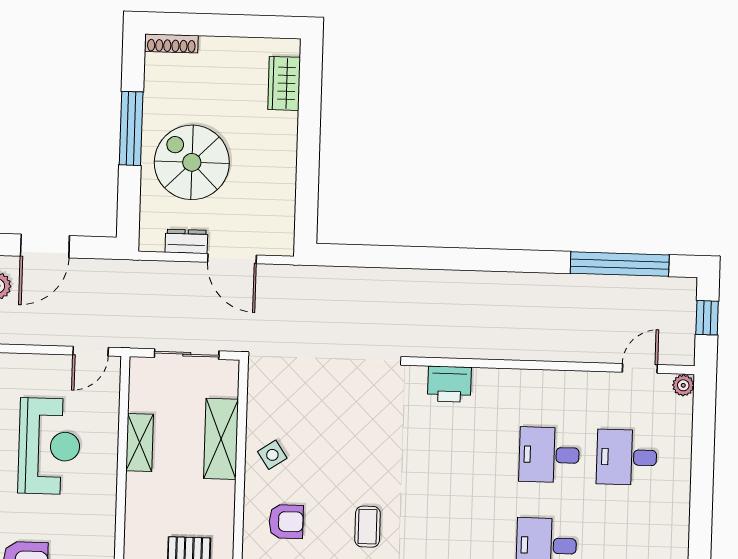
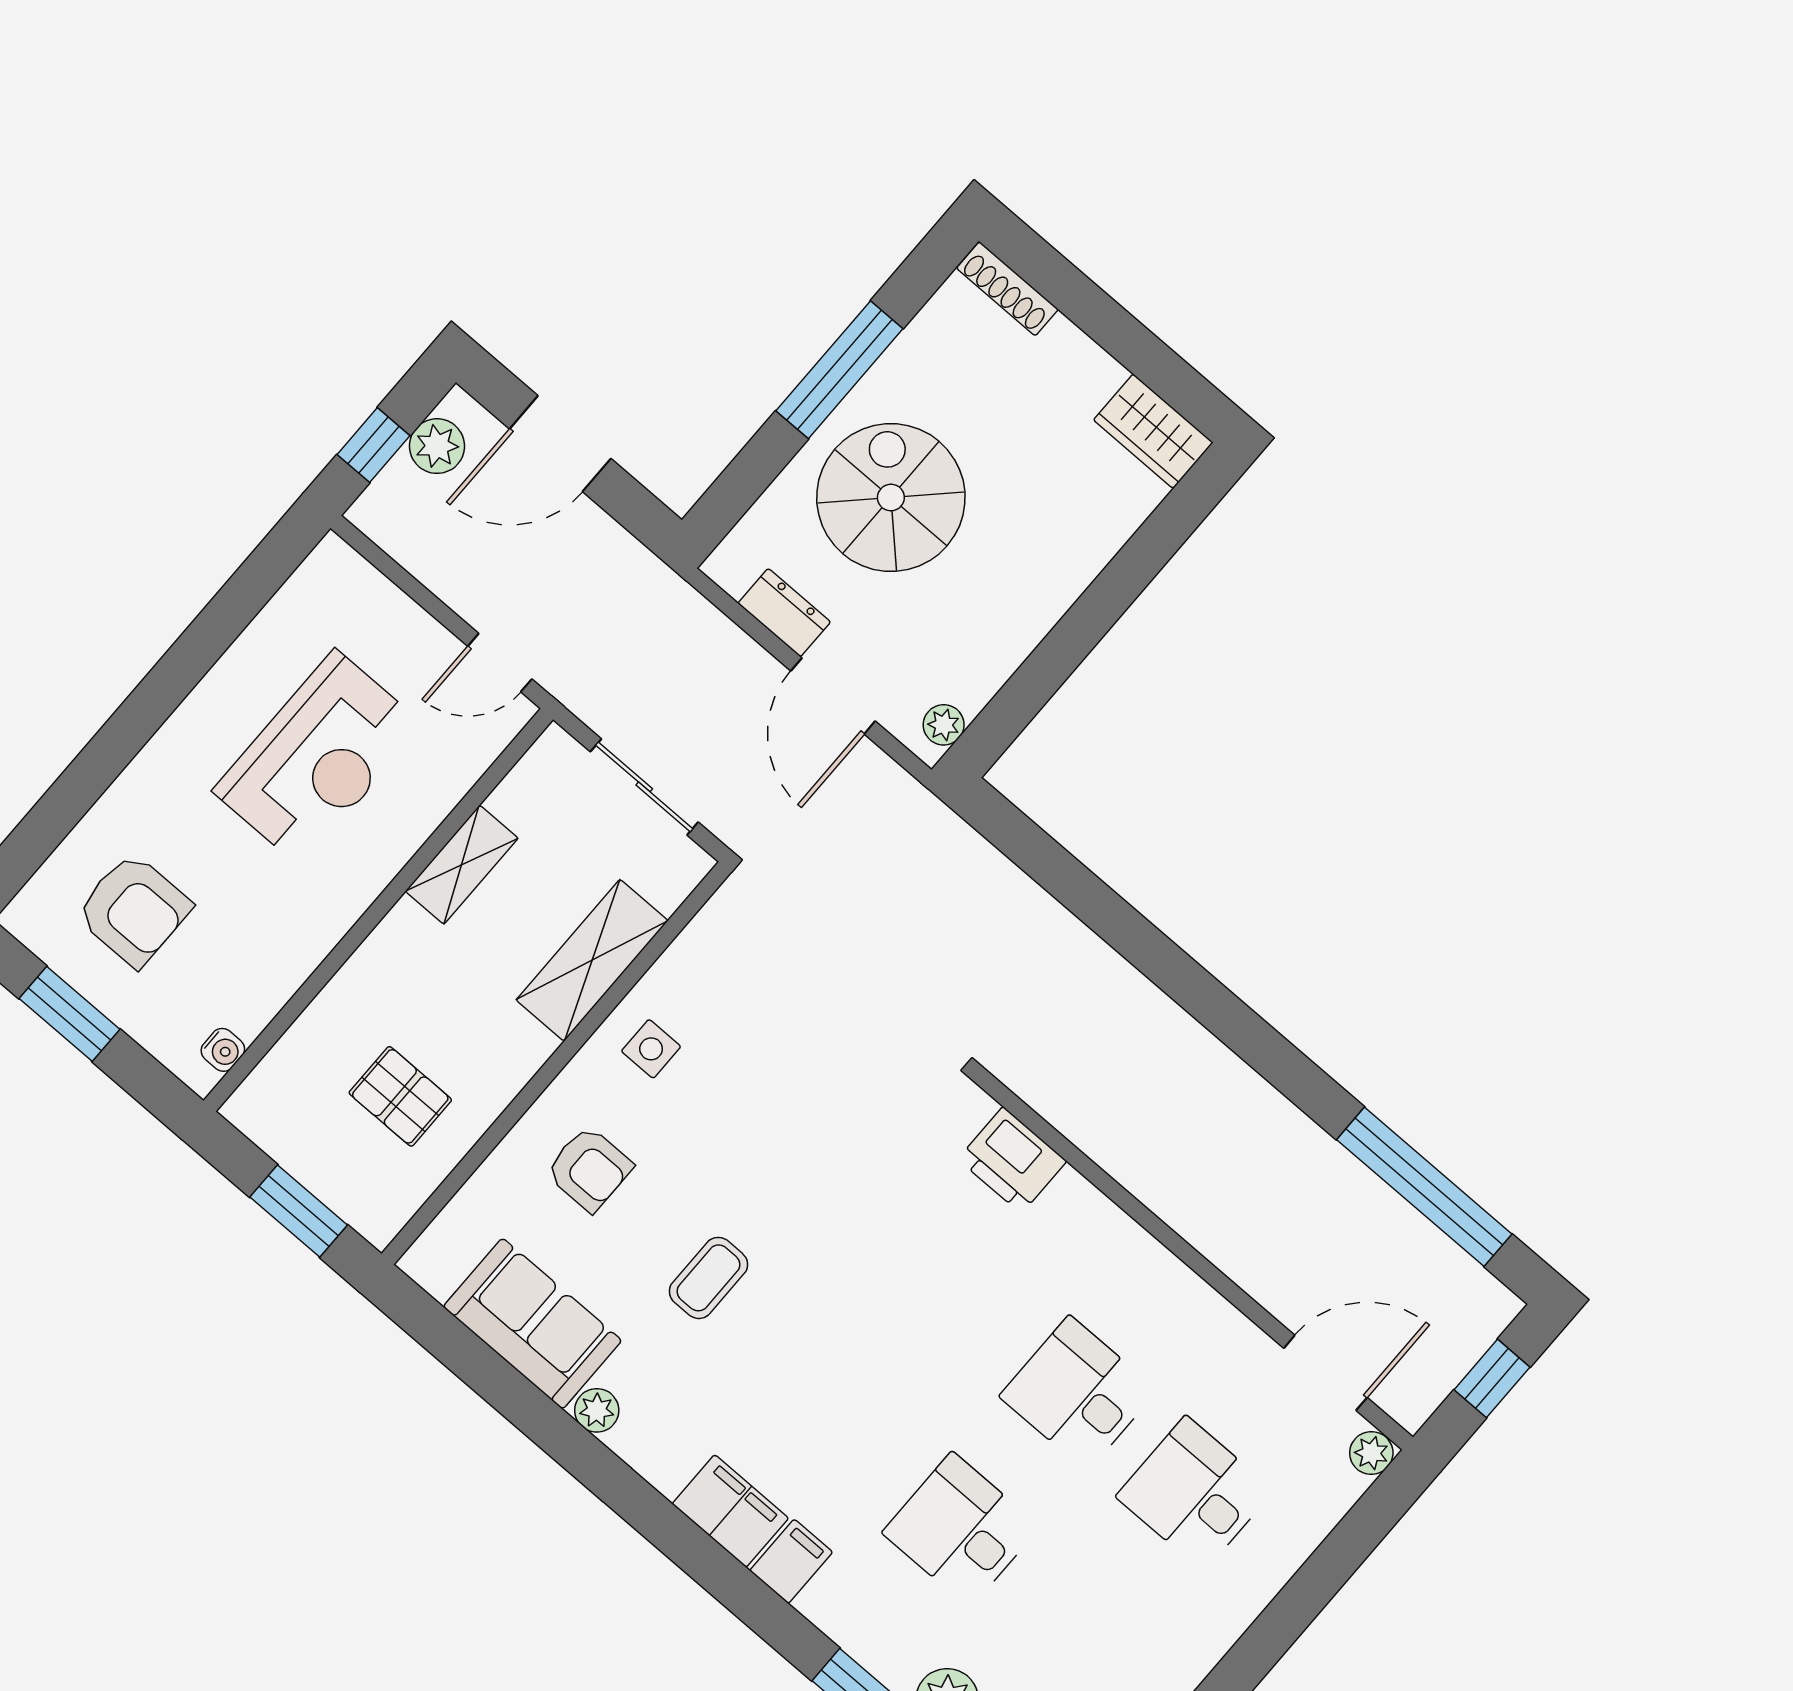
wardrobe: (284, 83) -> (1153, 431), moved, turned -90
plant: (285, 235) -> (944, 725), added
door: (640, 368) -> (1325, 1373), width x1.38
side table: (272, 455) -> (651, 1049), turned 34

